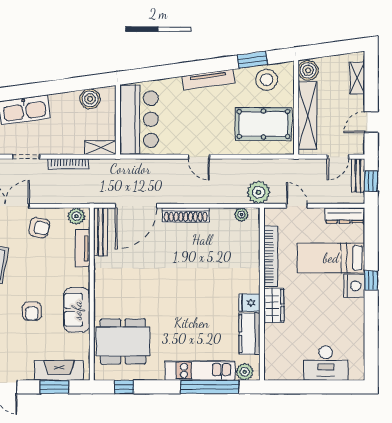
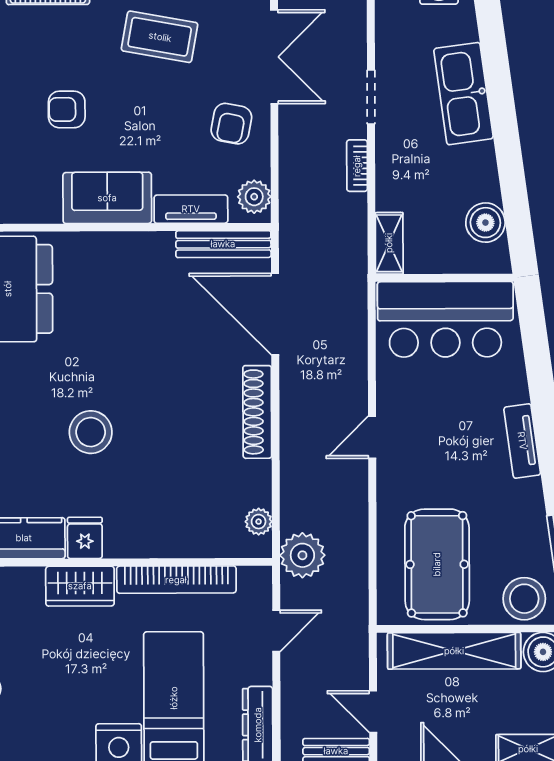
tv unit: (208, 80) -> (522, 441), width x0.71
stool: (267, 80) -> (524, 599), moved
bookcase: (68, 164) -> (357, 166), width x0.64
stool: (196, 300) -> (91, 432), added
sofa: (77, 310) -> (107, 198), moved

